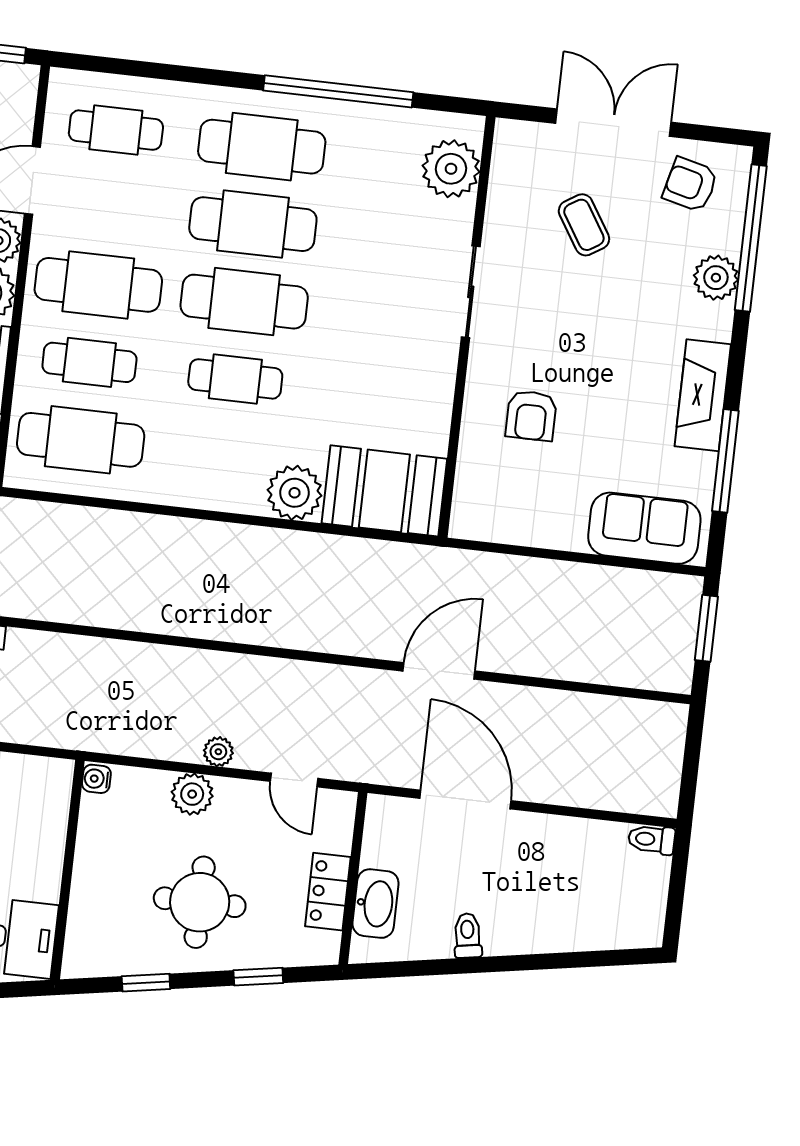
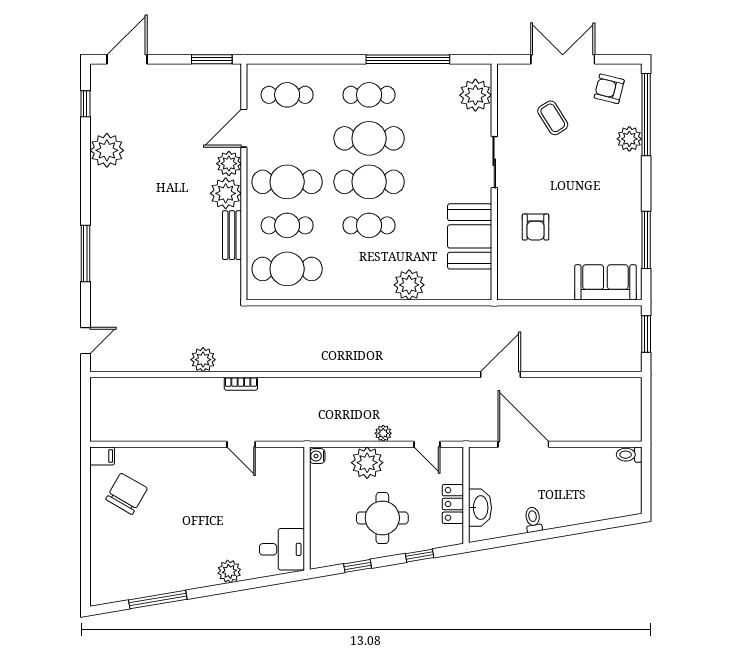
cafe table: (262, 147) -> (369, 95), width x0.73, depth x0.74
fireplace: (703, 395) -> (629, 205), removed
booth: (384, 491) -> (470, 236), moved, turned 90
plant: (192, 794) -> (367, 463), width x1.36, depth x1.36

